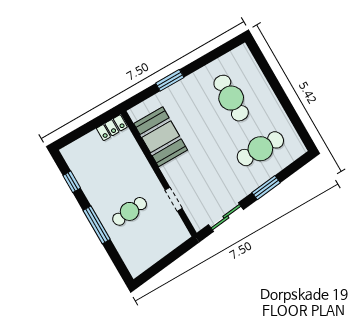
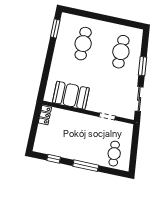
window: (170, 80) -> (55, 29), moved
cafe table: (231, 98) -> (83, 44), turned 90
cafe table: (130, 211) -> (114, 154), moved

